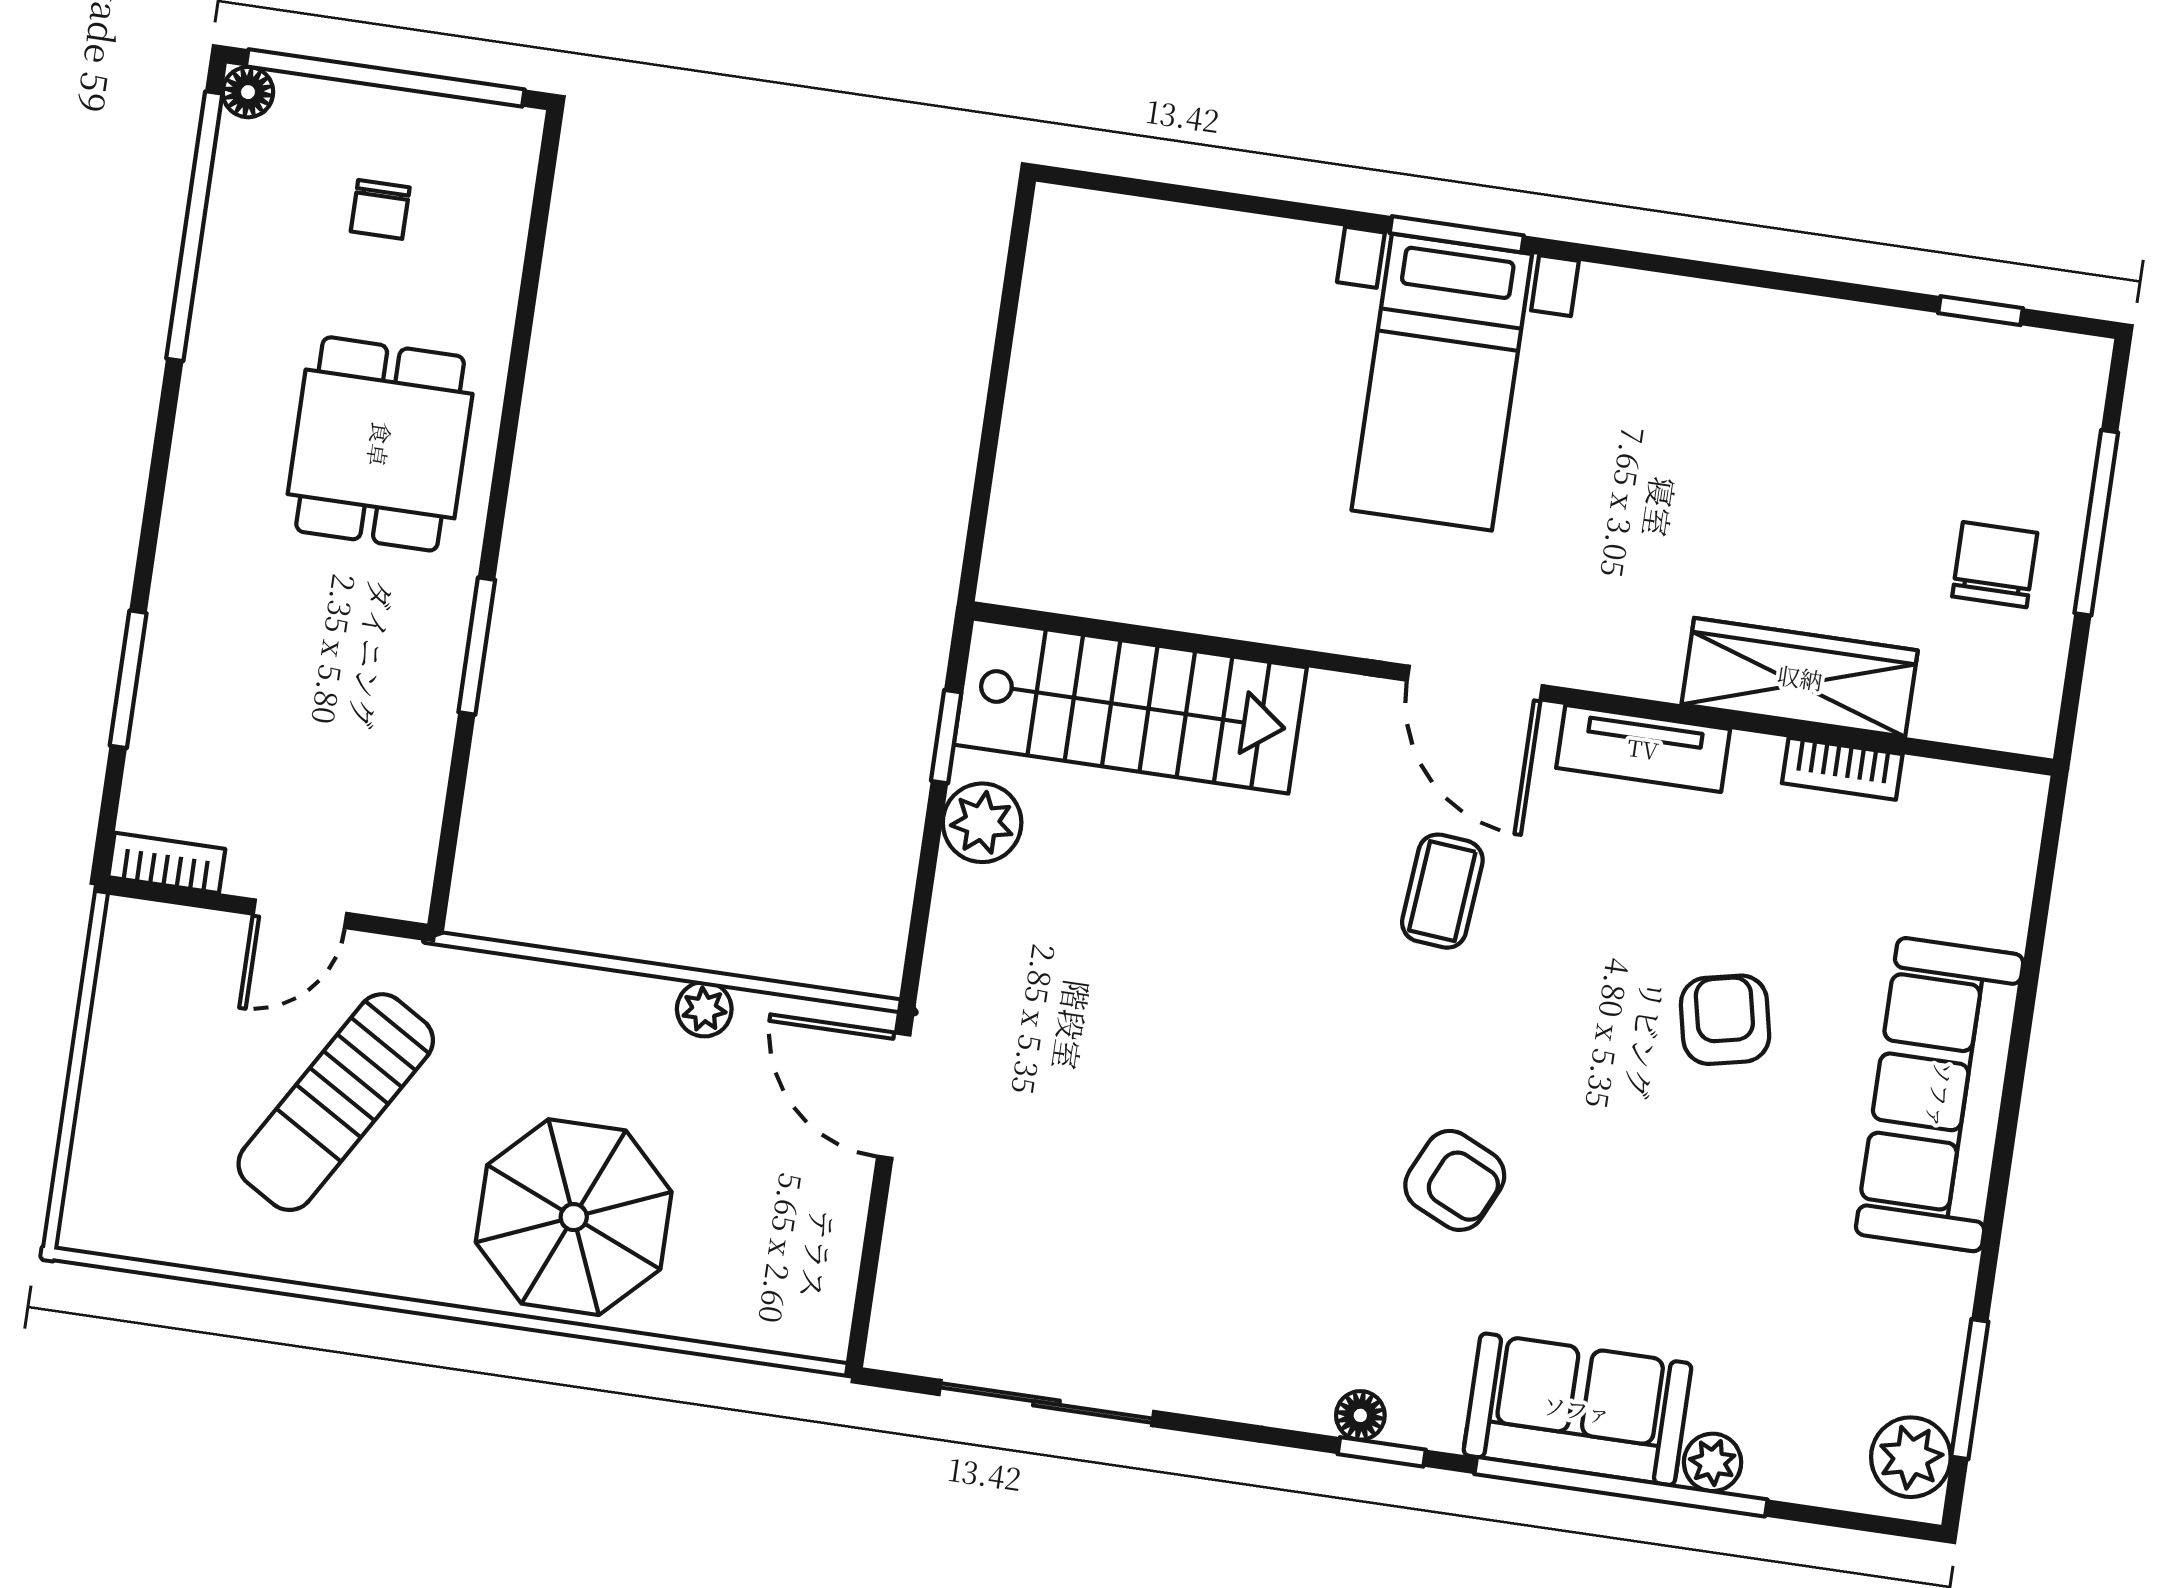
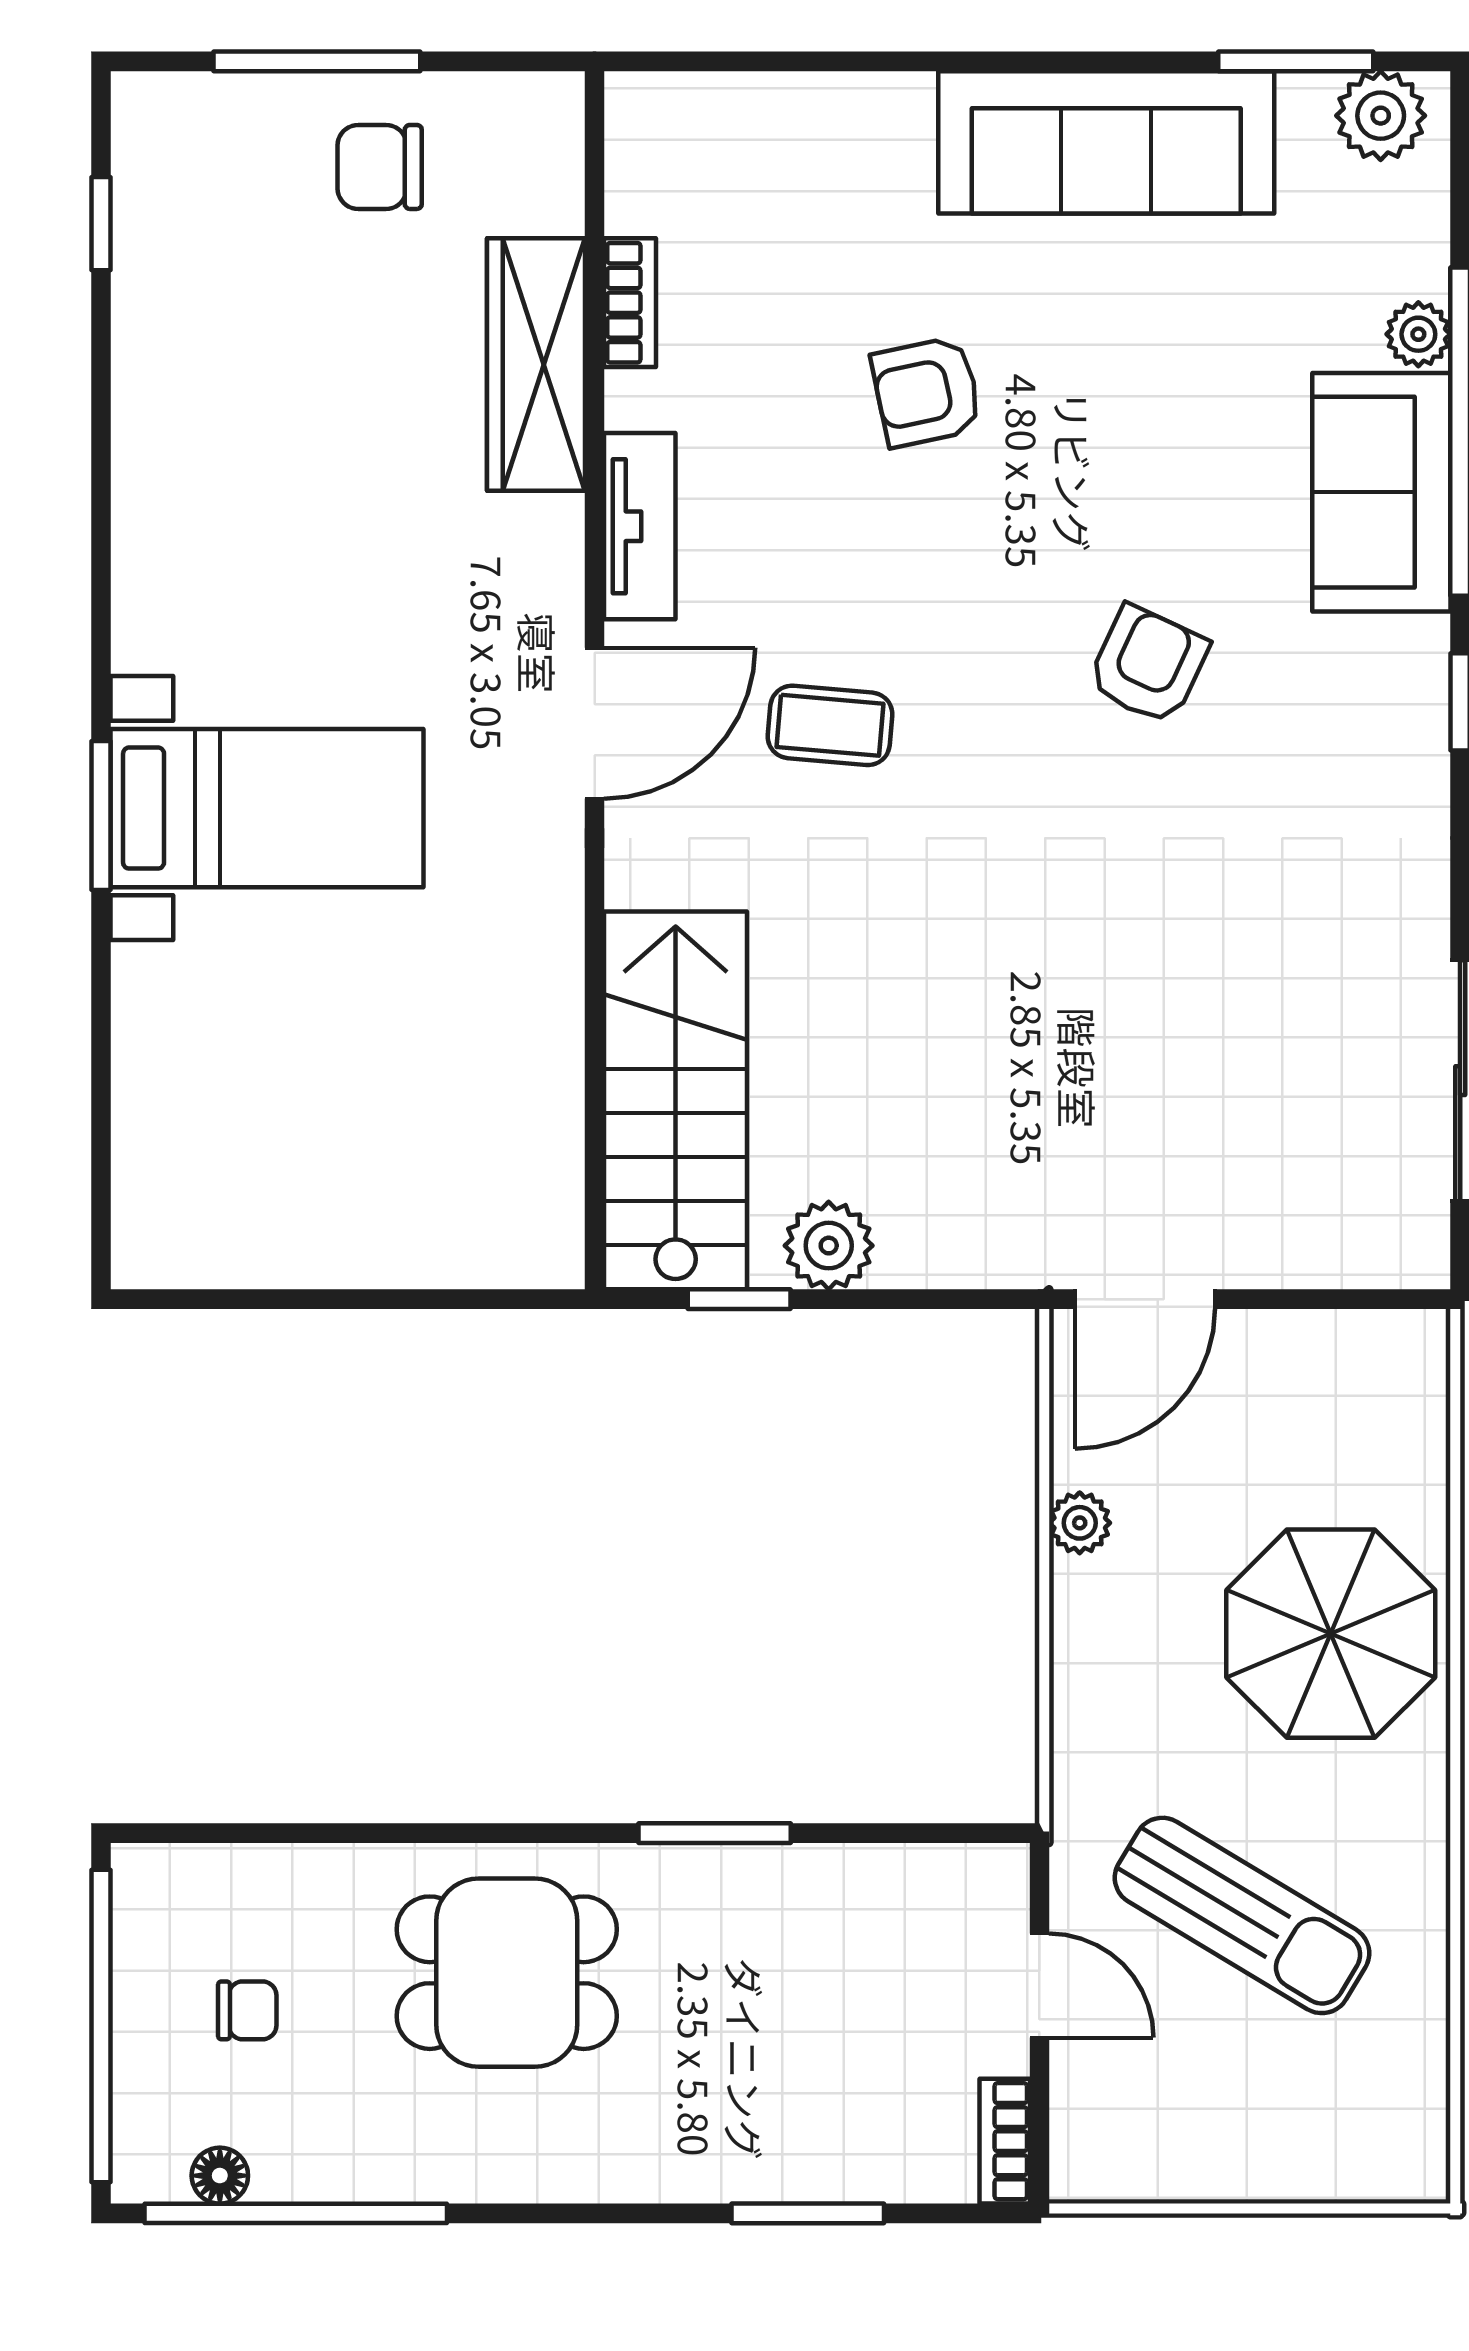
floor lamp: (248, 92) -> (220, 2176), moved
sofa: (1940, 1095) -> (1106, 142), moved
floor lamp: (1360, 1415) -> (1423, 731), removed

